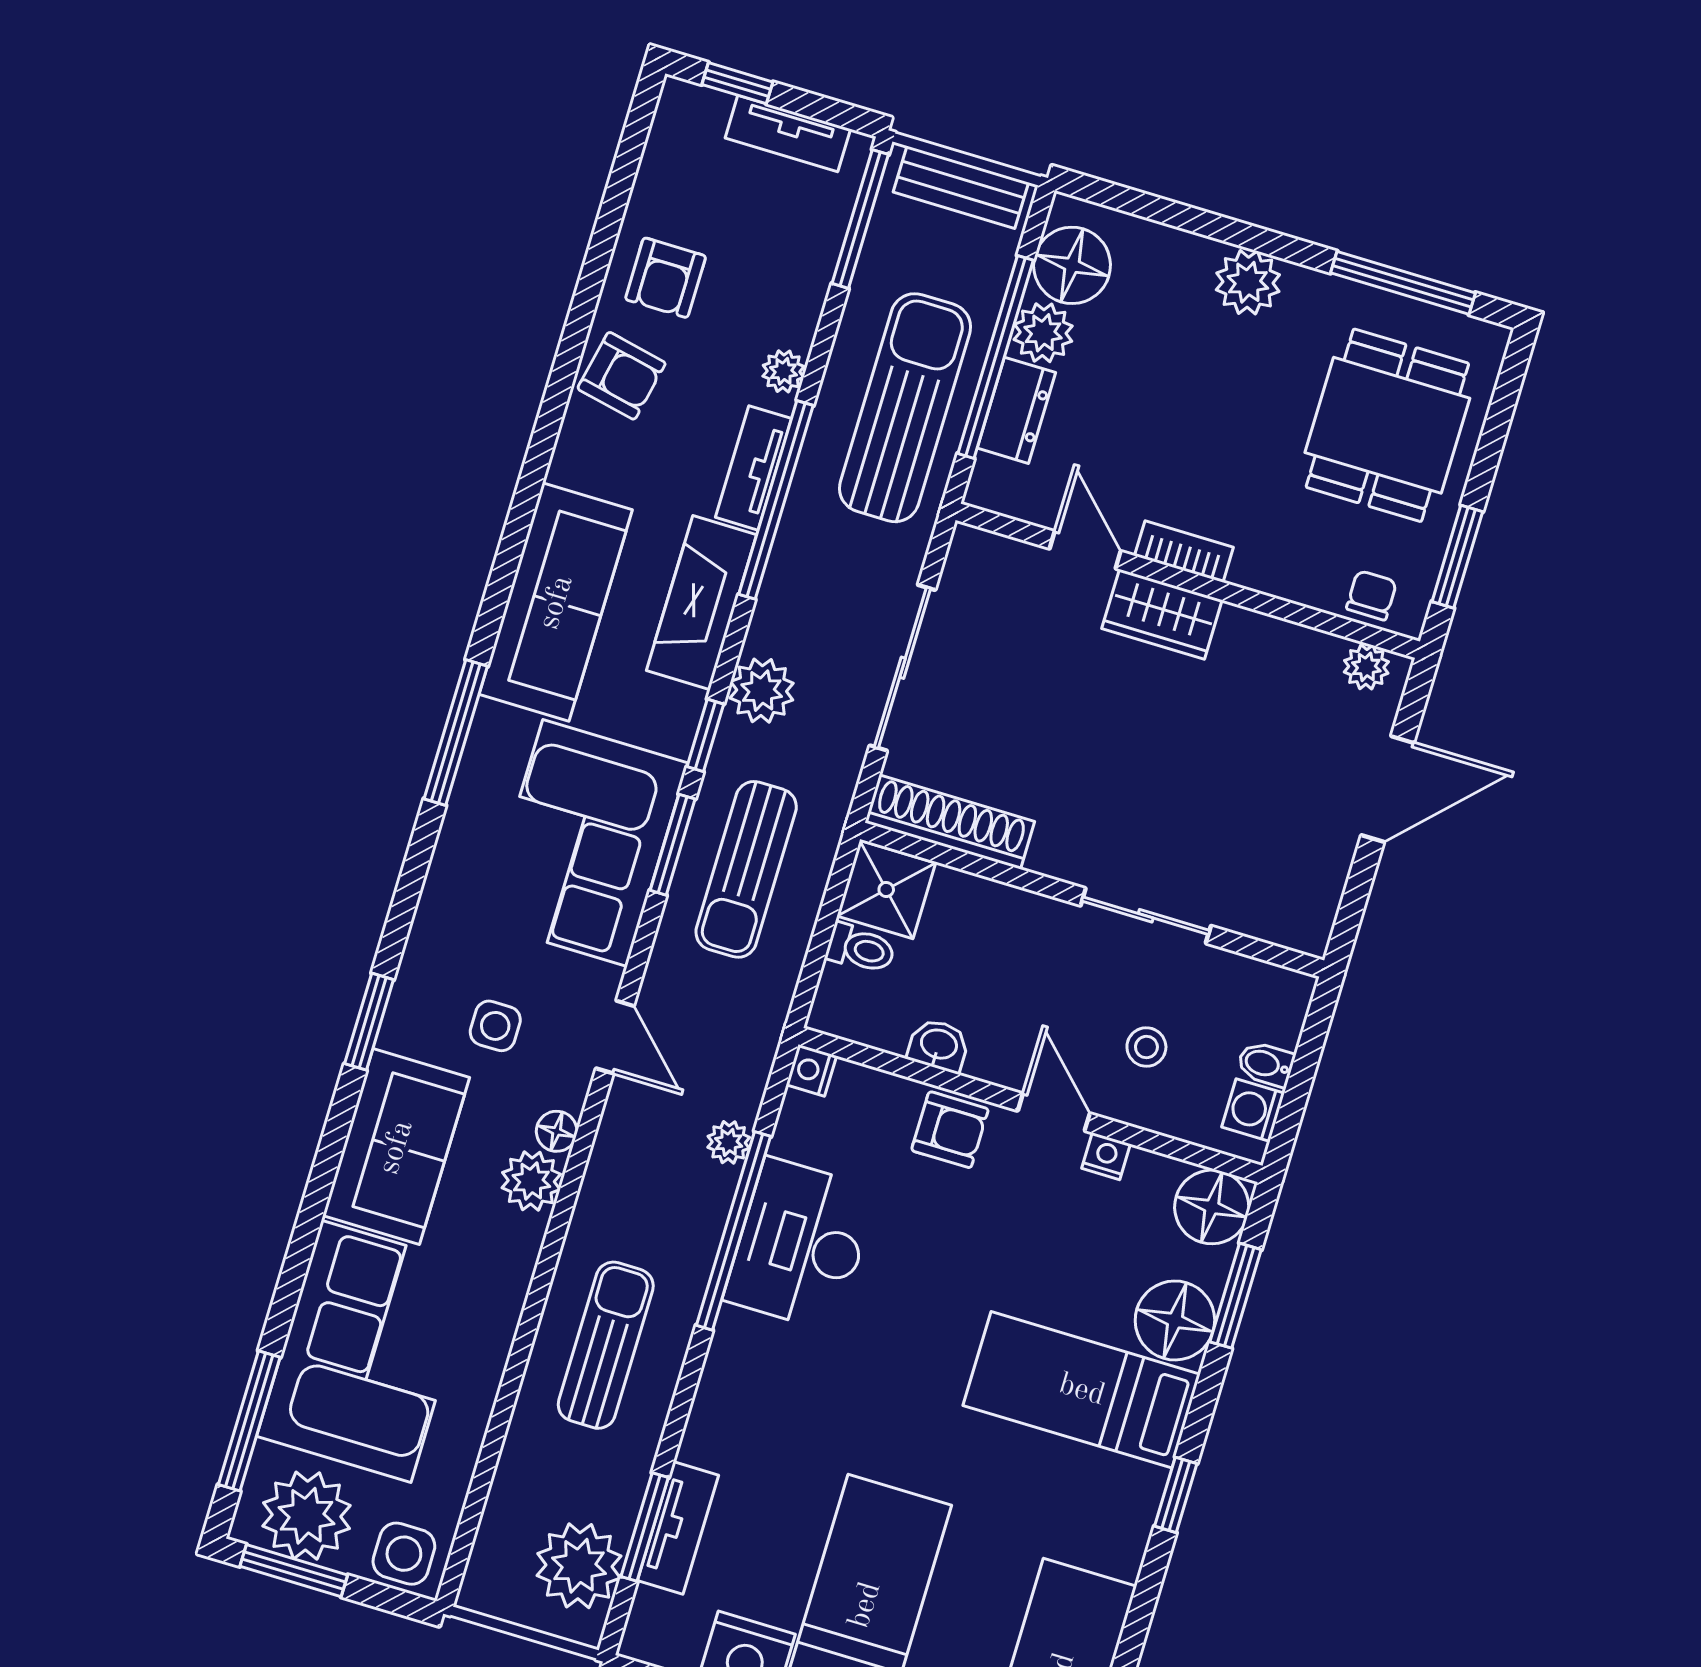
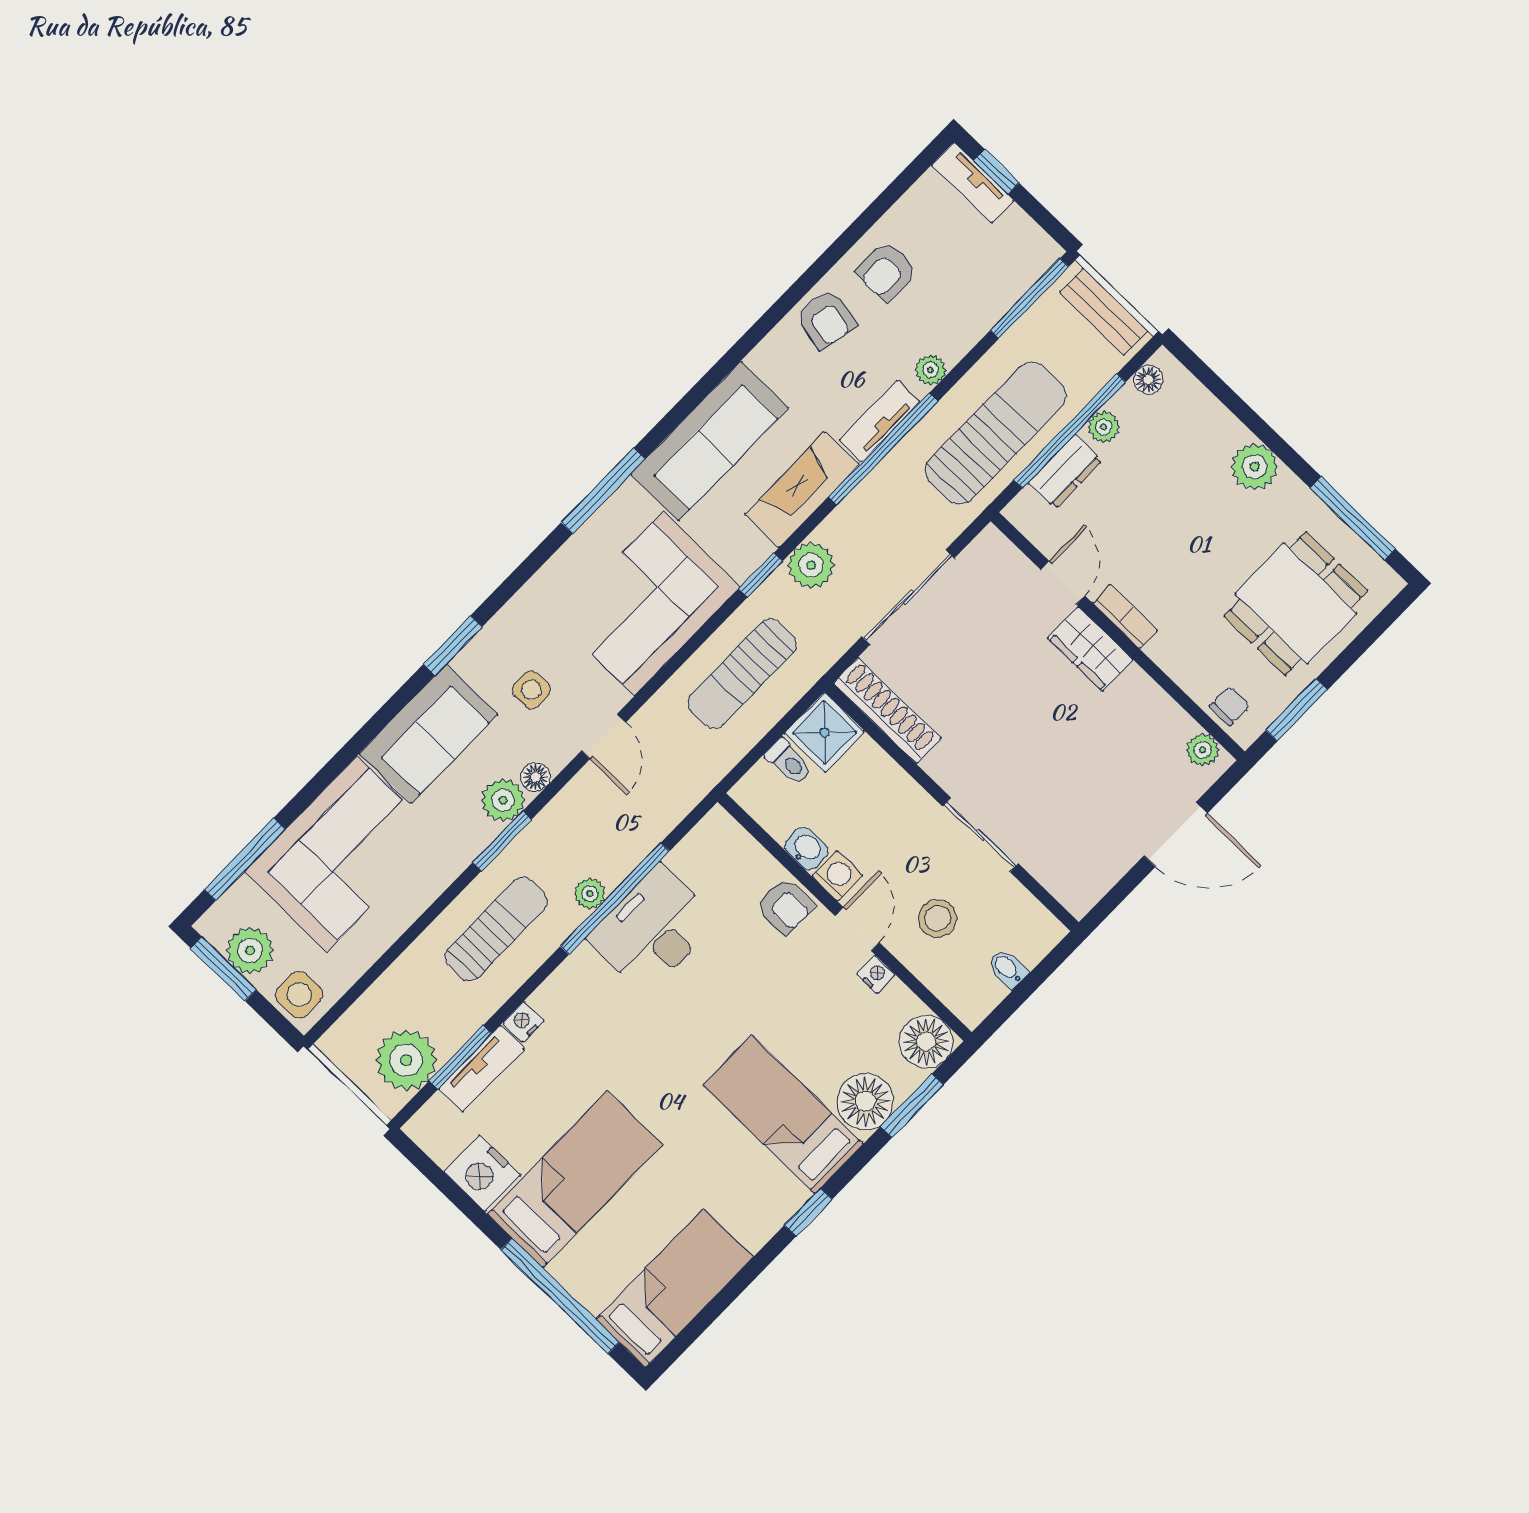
tv unit: (788, 134) -> (973, 183), moved
floor lamp: (1072, 265) -> (1148, 380), width x0.53, depth x0.53
plant: (1043, 333) -> (1104, 427), width x0.73, depth x0.73
window: (673, 845) -> (502, 841), moved
stool: (1146, 1047) -> (938, 918), width x1.37, depth x1.37
nightstand: (811, 1070) -> (523, 1022), moved
washing machine: (1253, 1110) -> (837, 876), moved, turned 90
plant: (729, 1142) -> (590, 894), moved
plant: (307, 1516) -> (250, 950), width x0.73, depth x0.73

